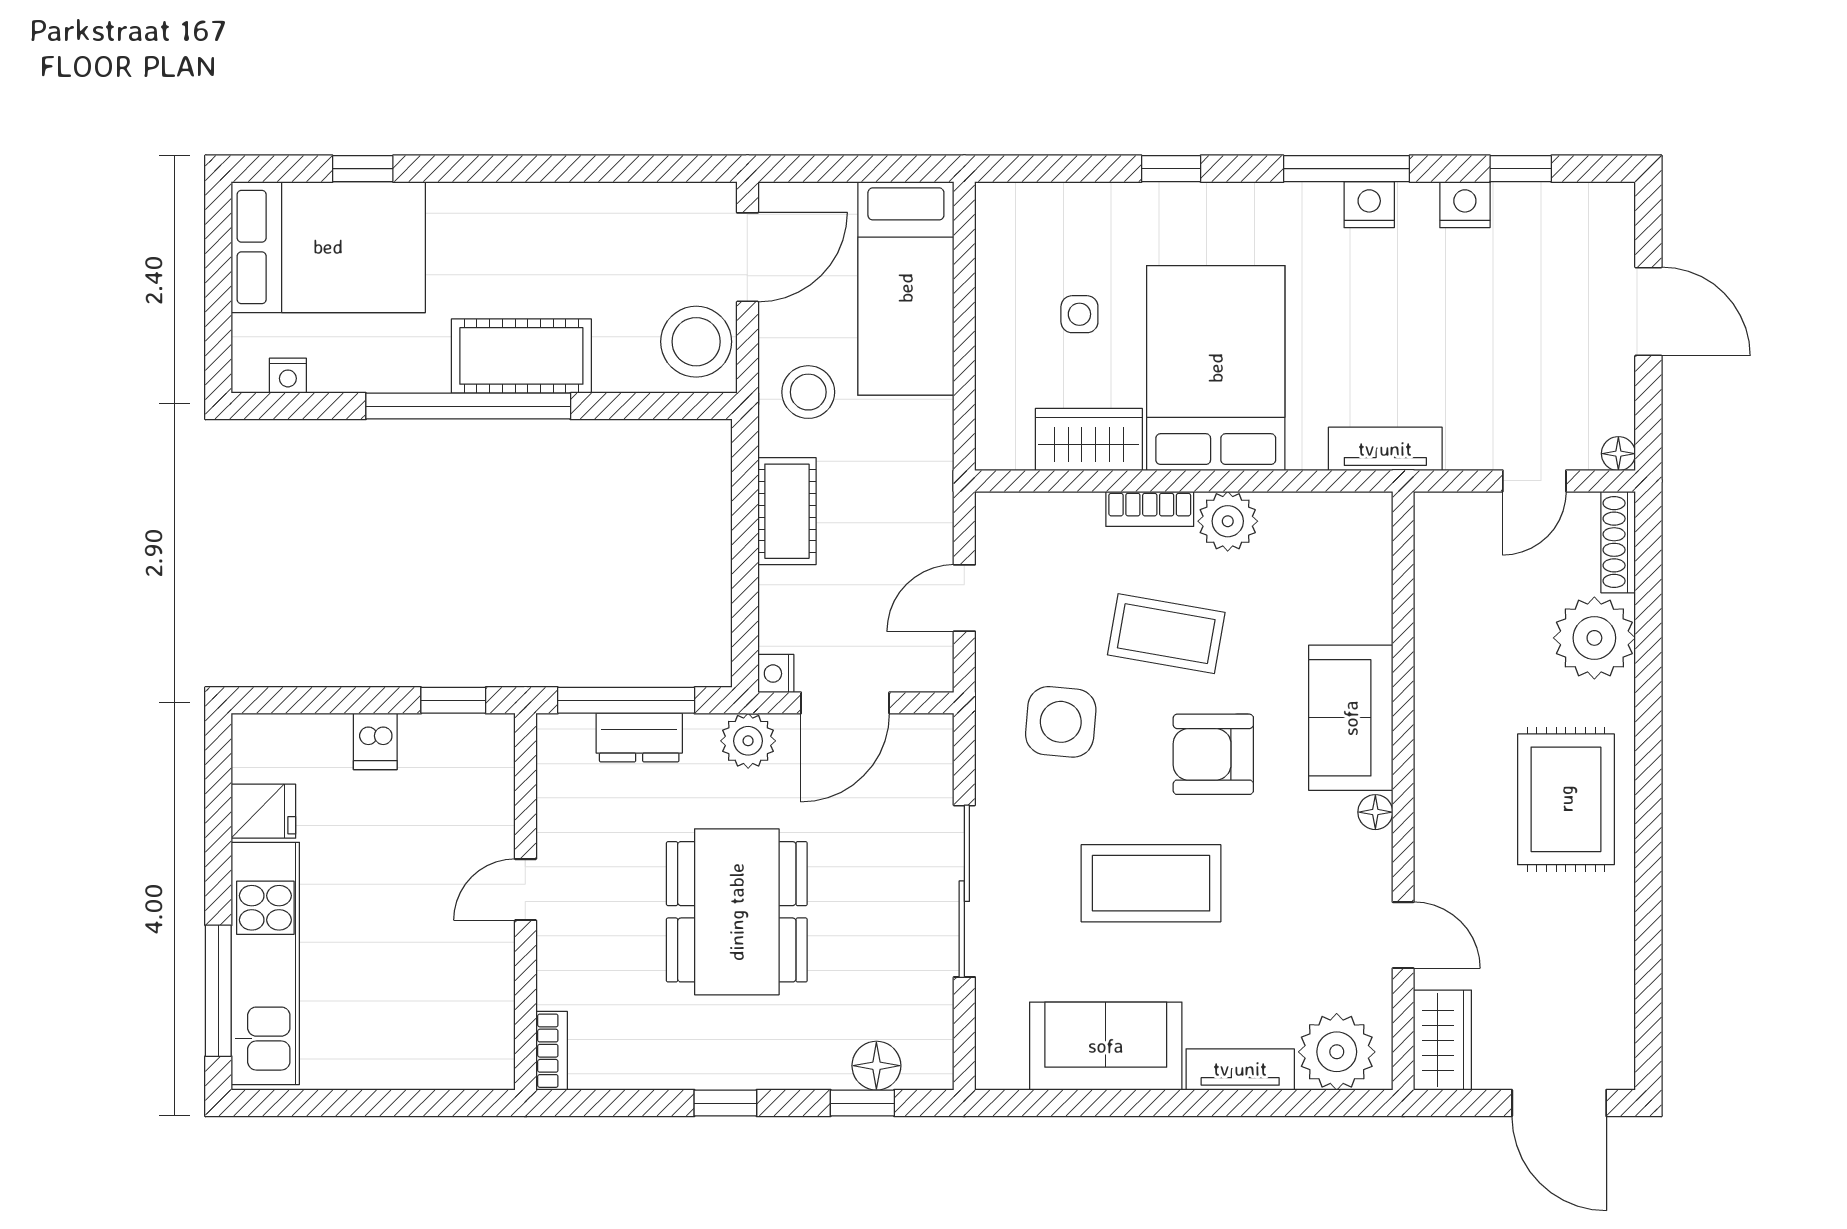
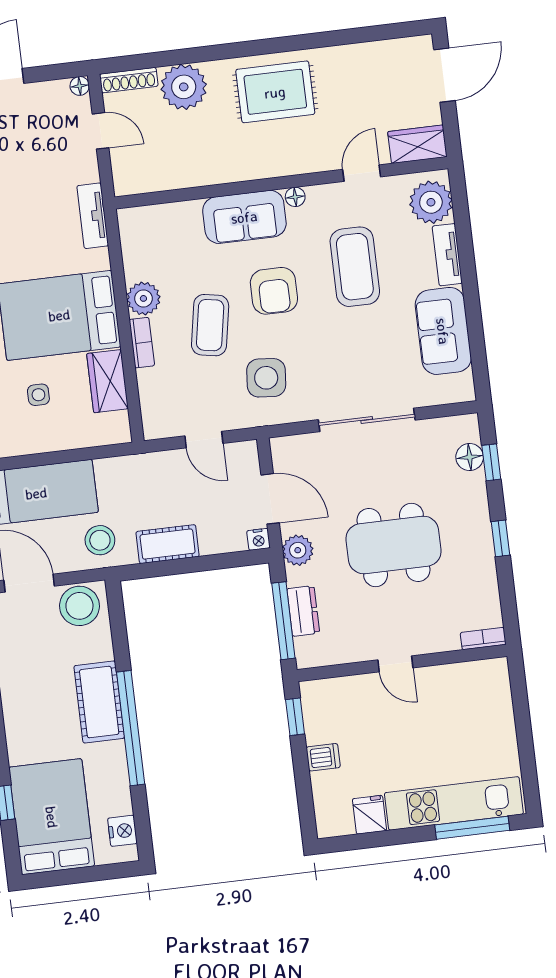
nightstand: (288, 376) -> (122, 831), width x1.39, depth x1.35
coffee table: (1151, 883) -> (355, 267), moved

